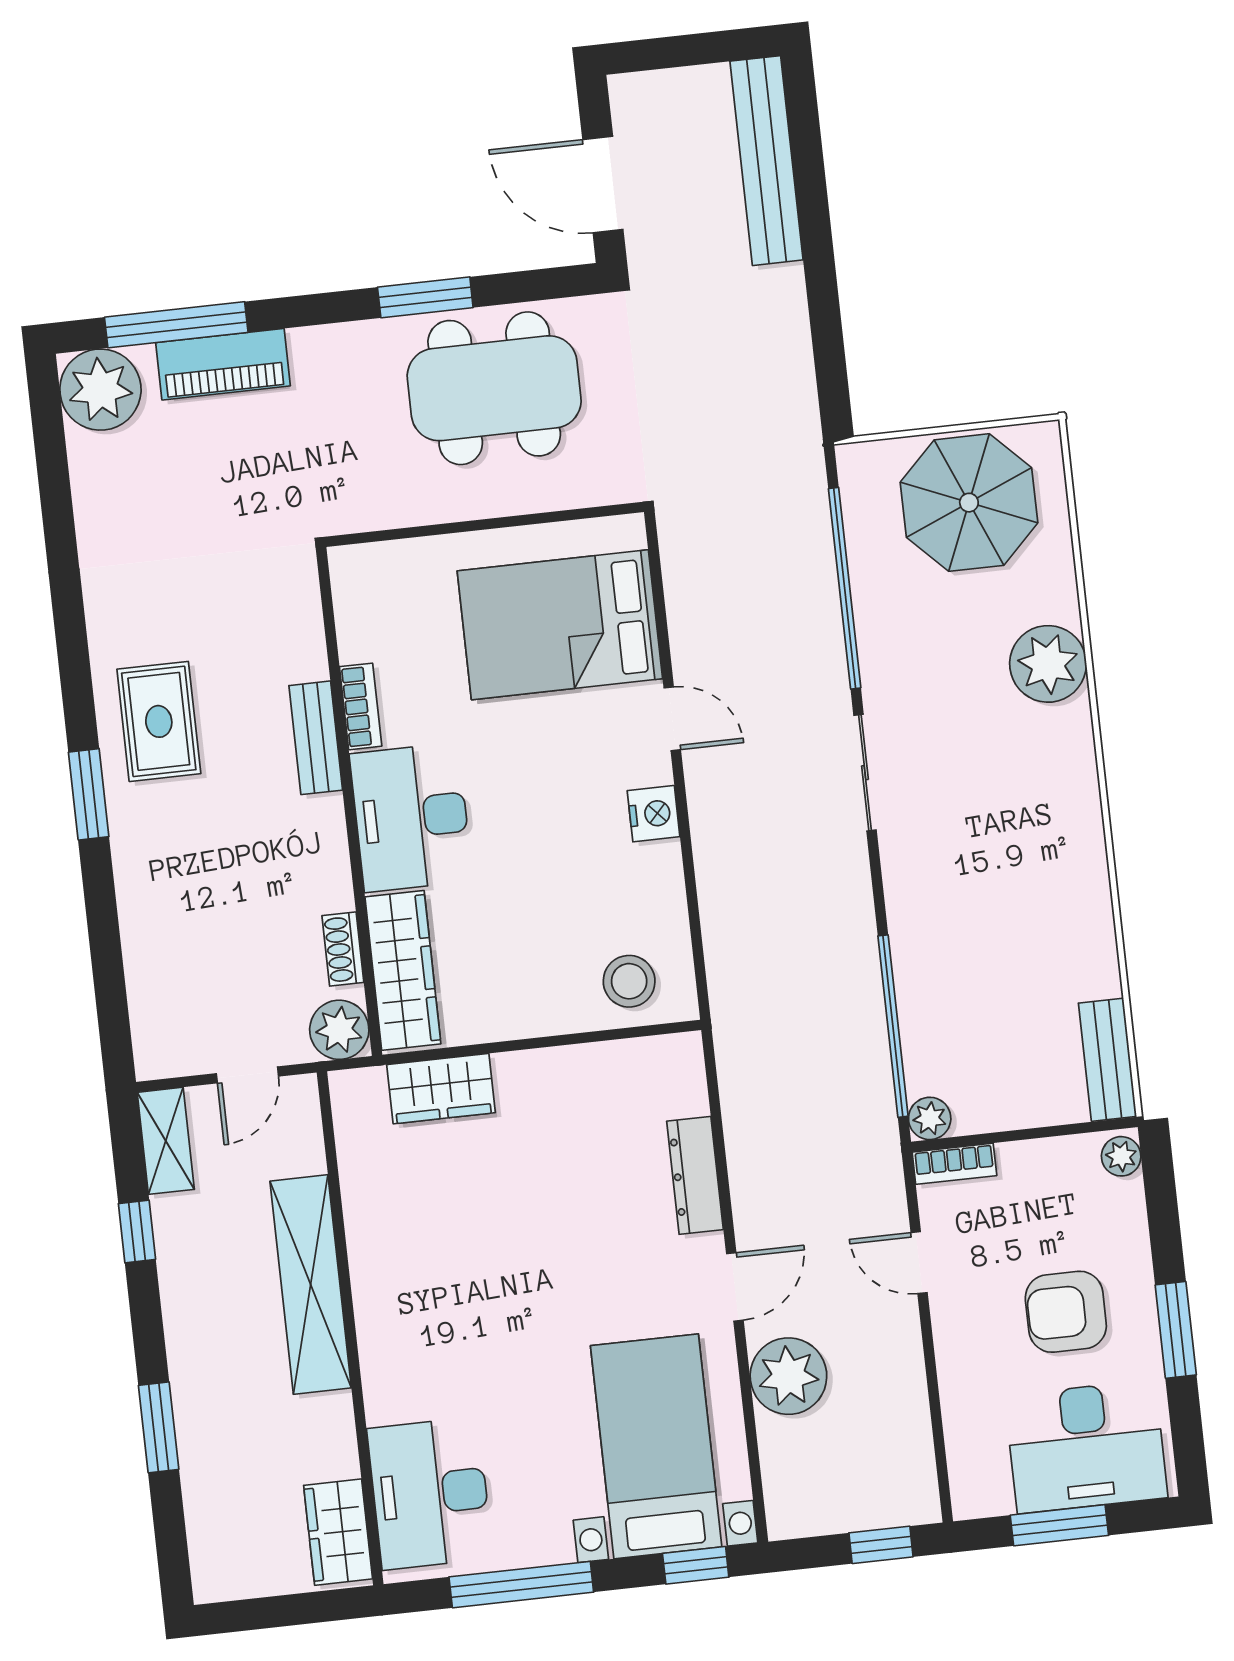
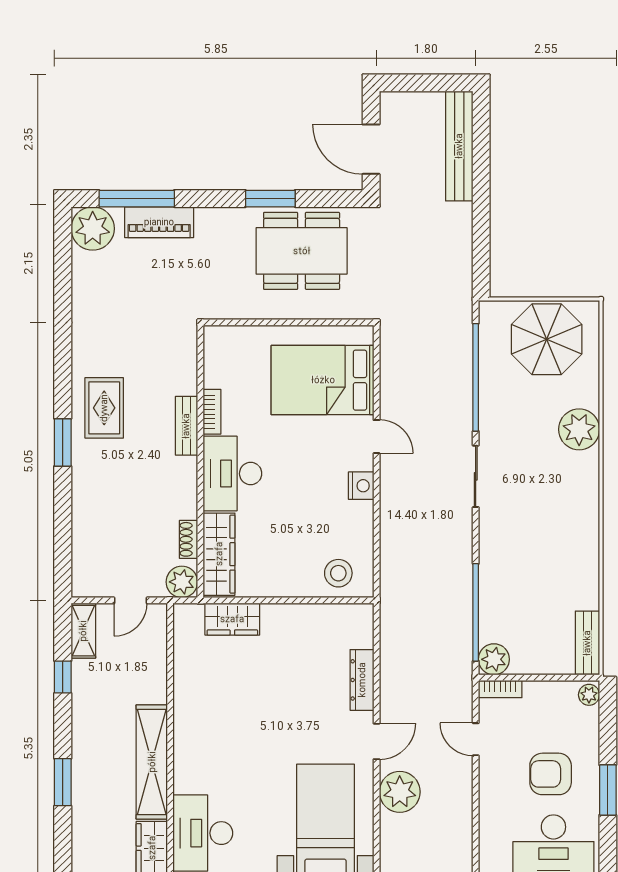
plant: (930, 1118) -> (494, 659), width x1.38, depth x1.38
shelving: (311, 1285) -> (152, 762), moved

